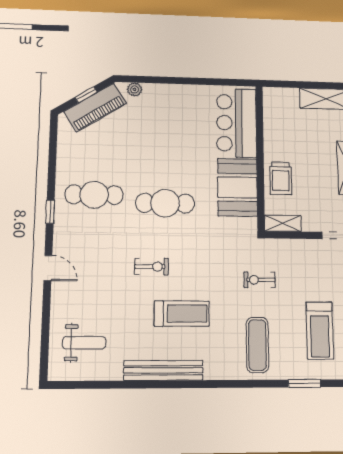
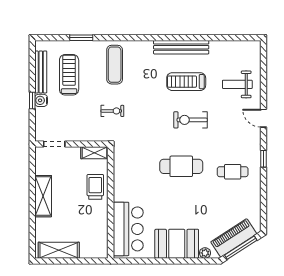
window: (86, 95) -> (241, 248), width x2.17
booth: (237, 187) -> (177, 244), moved, turned 90
cafe table: (94, 195) -> (233, 172), width x0.73, depth x0.74
exercise bike: (151, 267) -> (190, 120), width x1.38, depth x1.39
treadmill: (182, 314) -> (186, 82), moved
weight bench: (84, 343) -> (237, 84), moved

